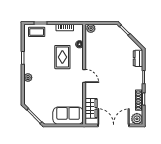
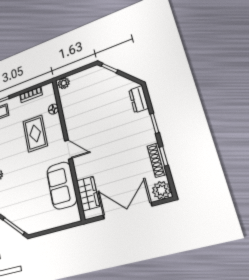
sofa: (68, 116) -> (62, 185), moved, turned -90

